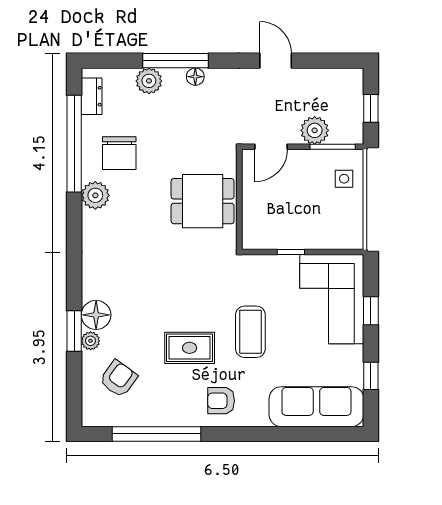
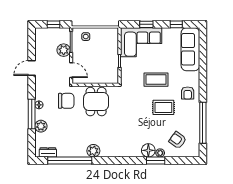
chair: (119, 153) -> (66, 101), moved
rug: (190, 348) -> (163, 107), turned 90

